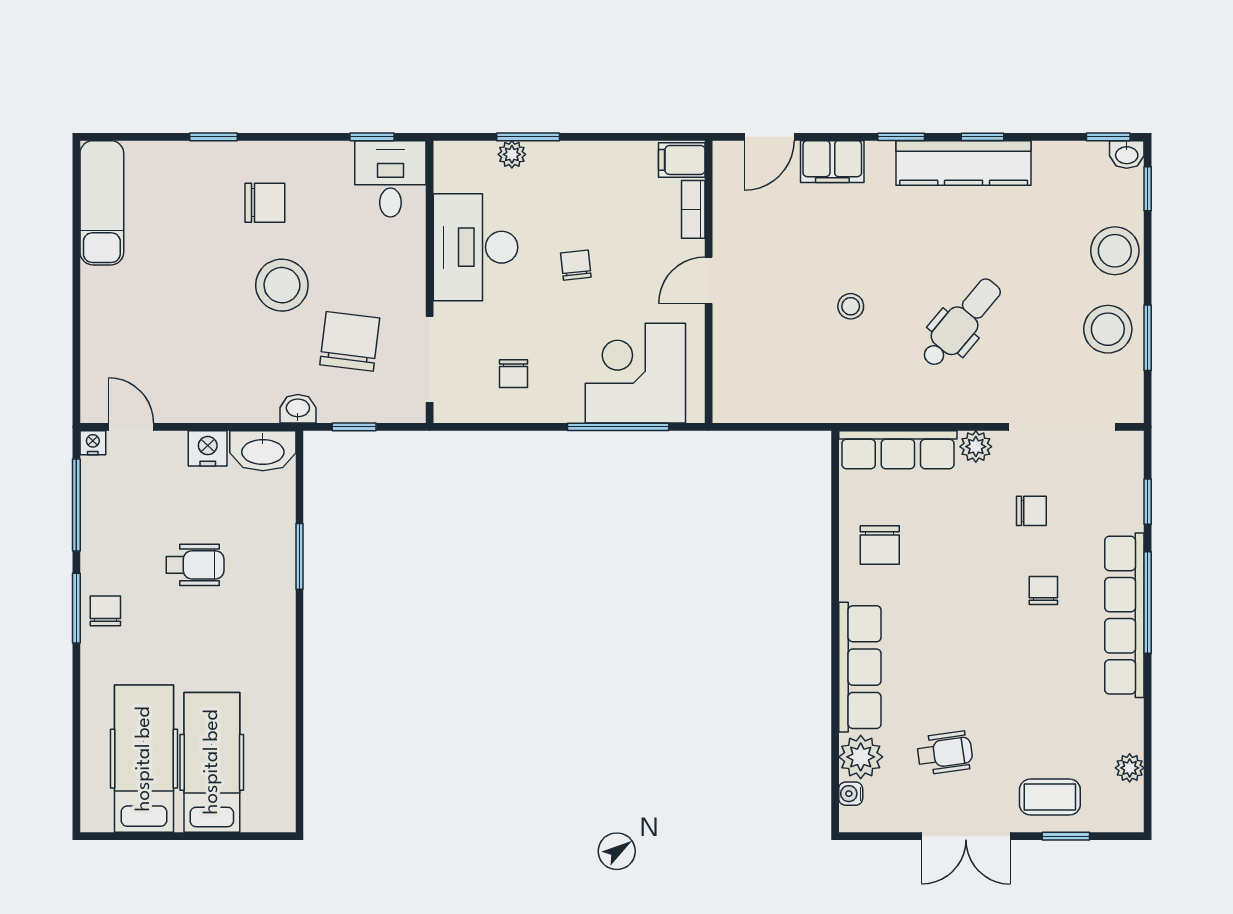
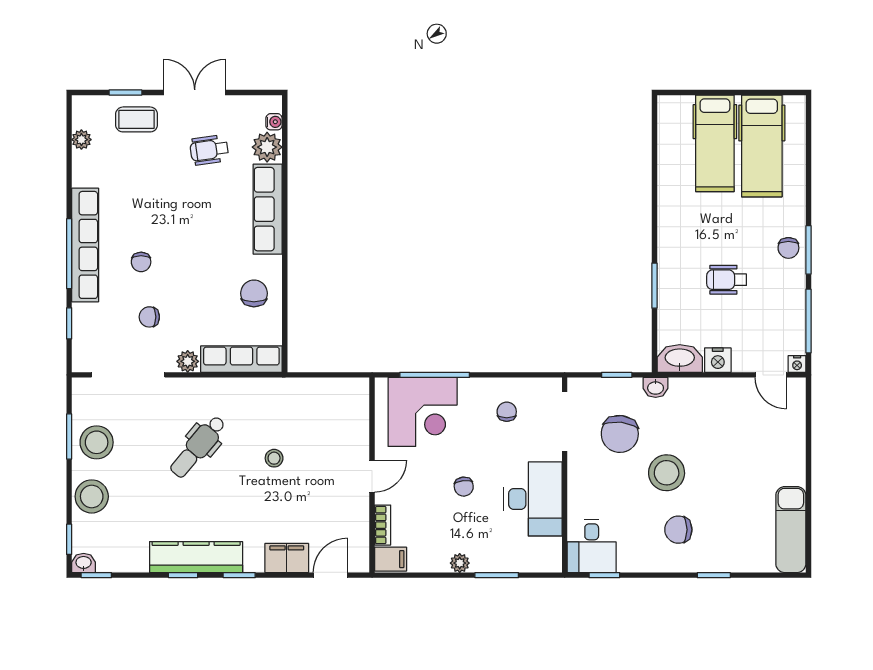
plant: (512, 154) -> (460, 563), moved

